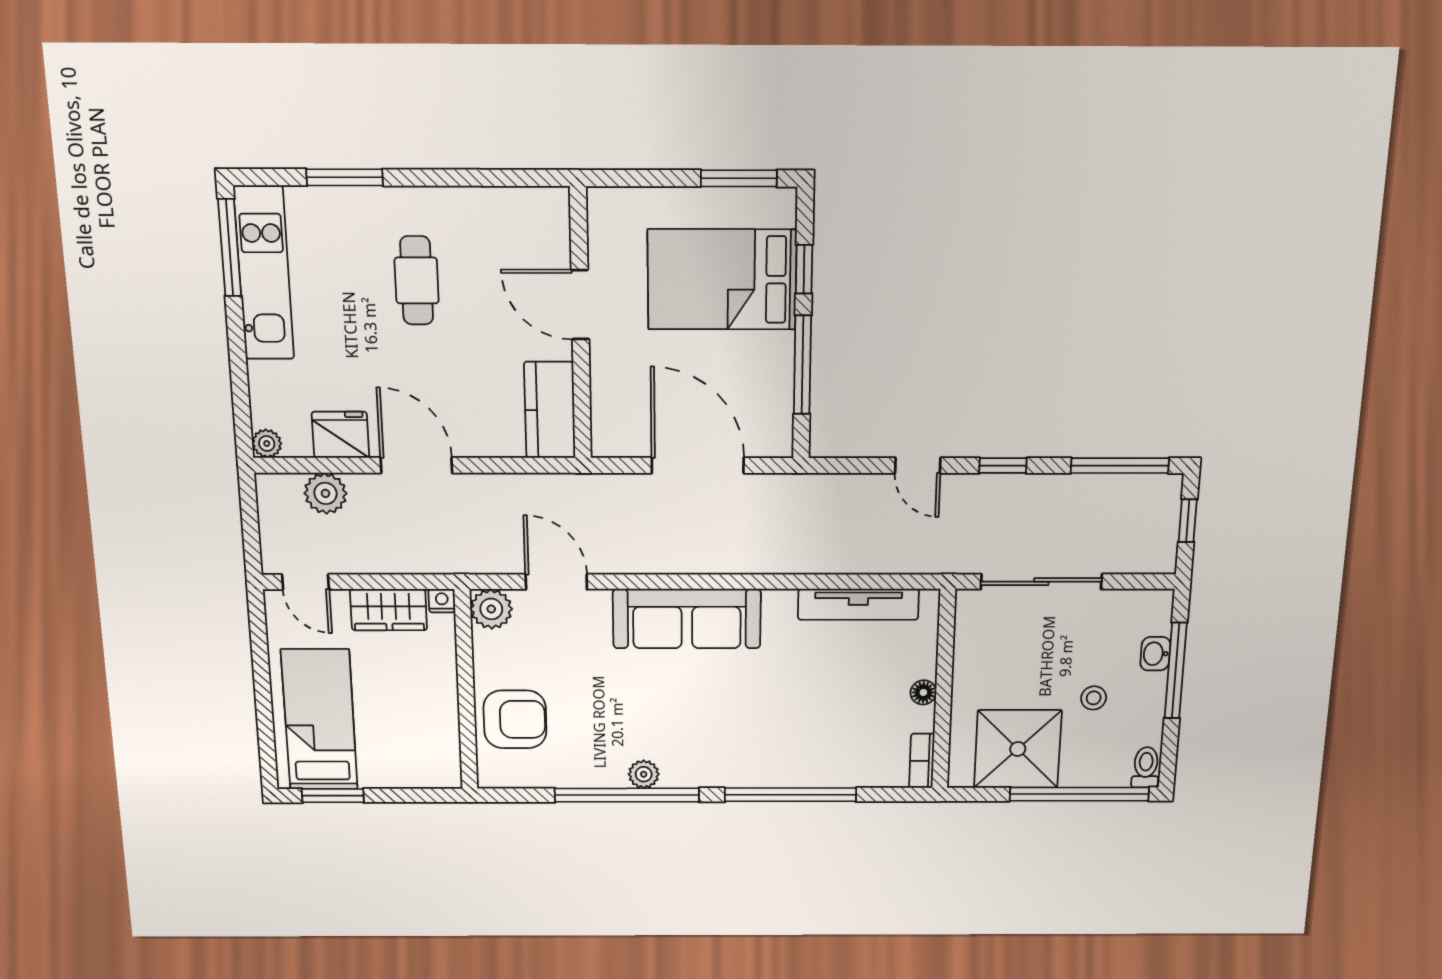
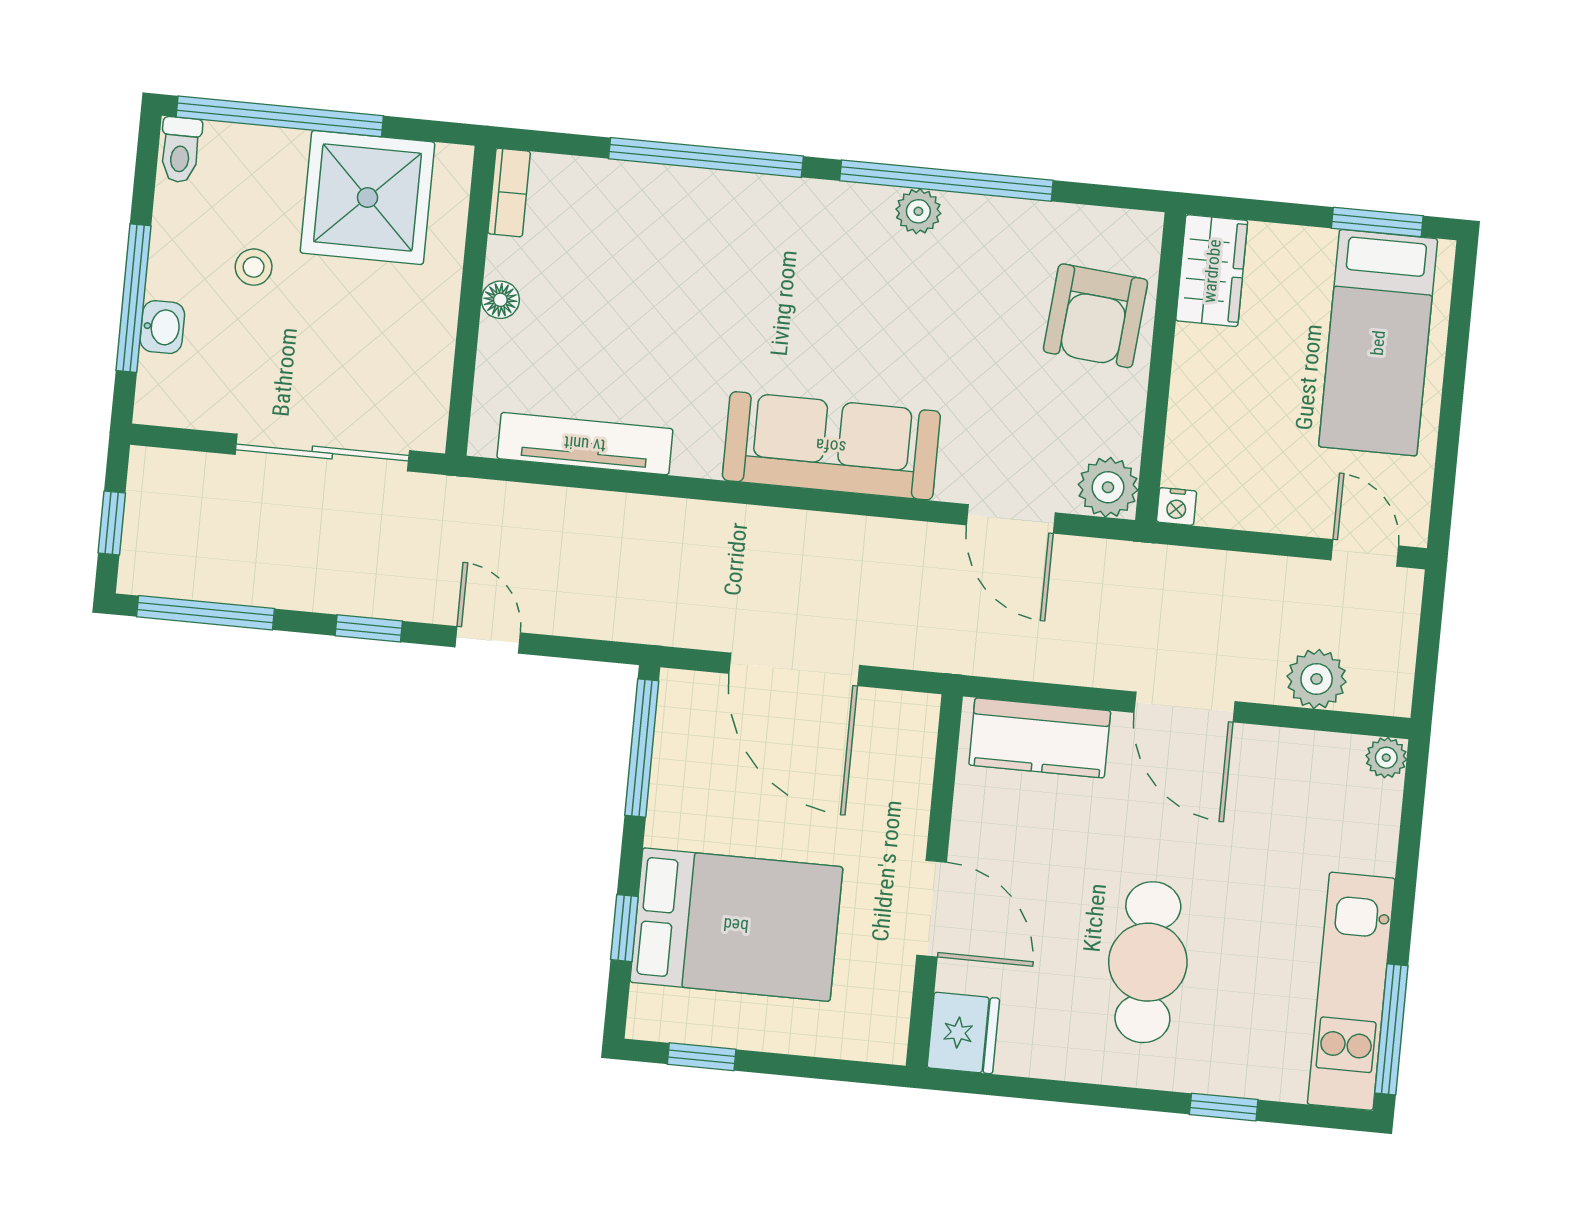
window: (345, 177) -> (1224, 1107), width x0.67
window: (739, 178) -> (702, 1057), width x0.67
cafe table: (417, 280) -> (1148, 962), width x1.37, depth x1.35
window: (802, 365) -> (642, 748), moved
kitchen counter: (550, 410) -> (1040, 738), moved, turned 90
fridge: (340, 435) -> (963, 1033), moved, turned -90
wardrobe: (389, 610) -> (1212, 271), moved, turned 90
armchair: (515, 719) -> (1096, 316), turned -85

